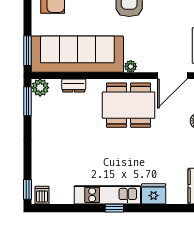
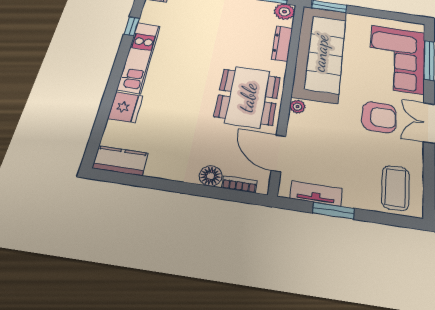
dresser: (74, 85) -> (282, 44), width x1.44
window: (114, 208) -> (132, 26), moved

